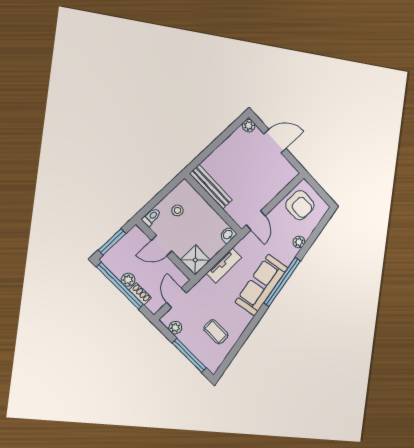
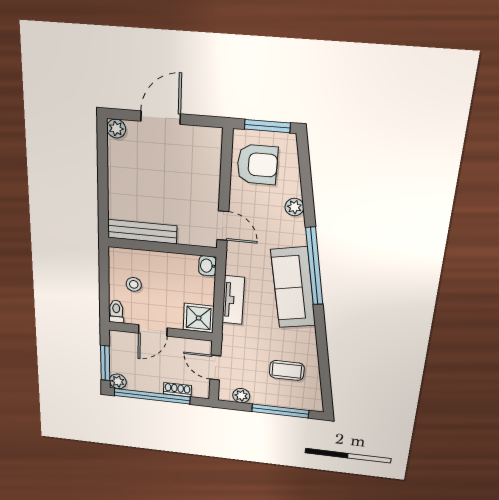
window: (320, 191) -> (267, 126), added
plant: (128, 280) -> (118, 381), moved

